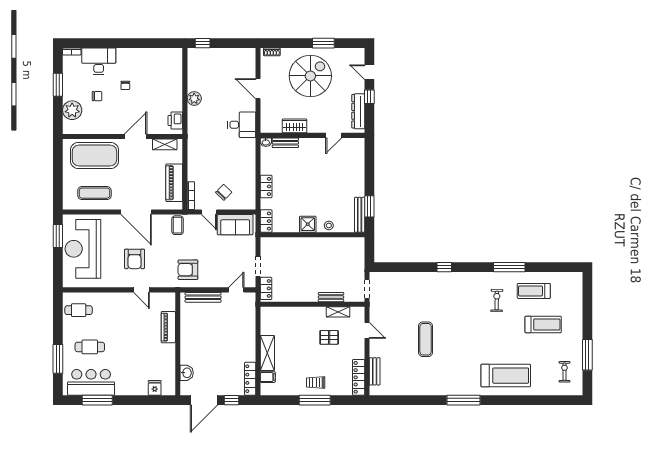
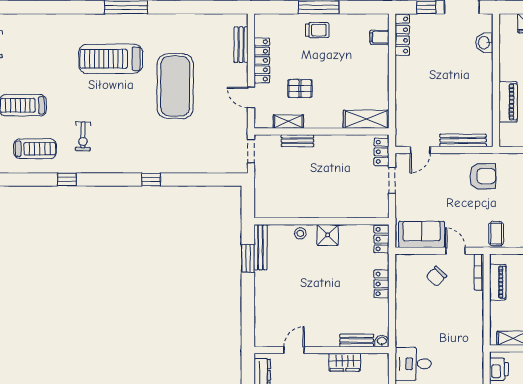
piano: (174, 183) -> (498, 282), width x0.73, depth x0.75
window: (509, 267) -> (67, 179), width x0.46
exercise mat: (426, 339) -> (175, 86), width x2.00, depth x1.45
shelving: (267, 353) -> (366, 119), moved, turned 90
treadmill: (506, 376) -> (111, 59), moved
locker: (359, 377) -> (262, 60), moved

